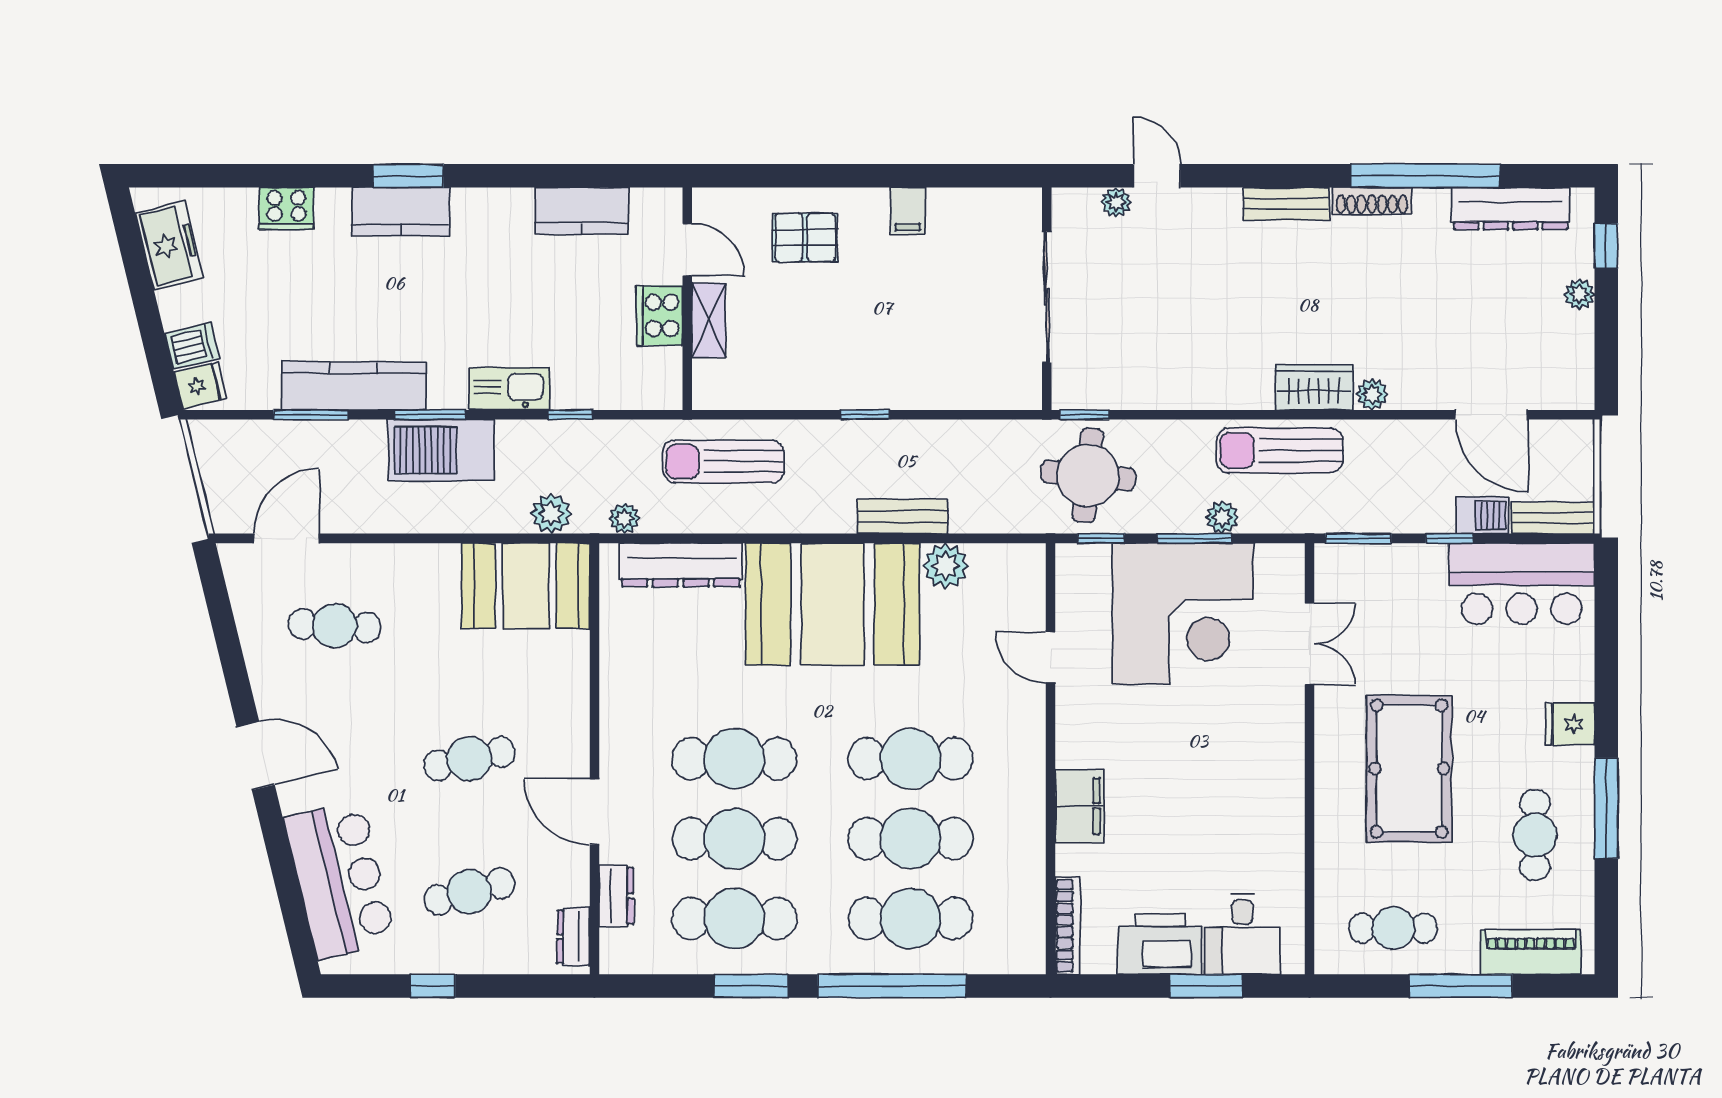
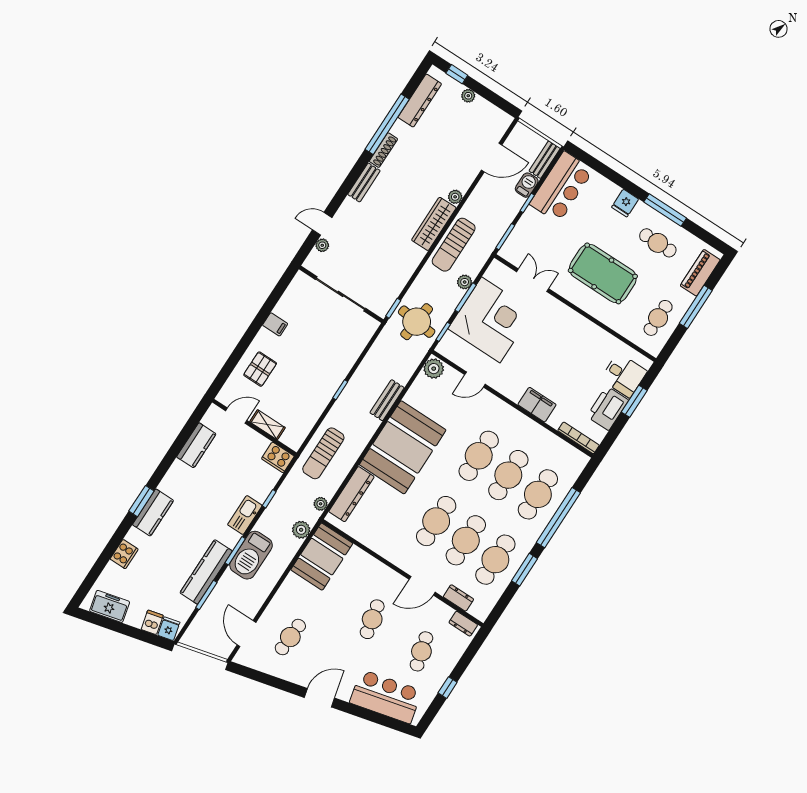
cooker: (659, 315) -> (278, 457), moved
wardrobe: (1314, 387) -> (434, 224), width x1.50
plant: (946, 566) -> (434, 369), moved

